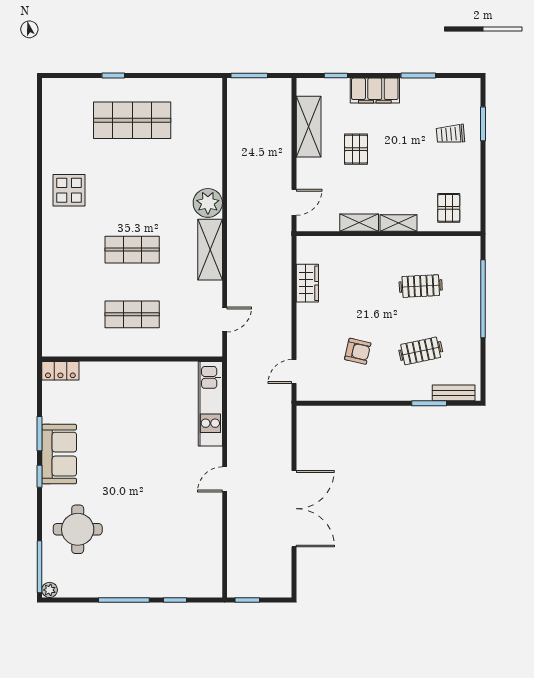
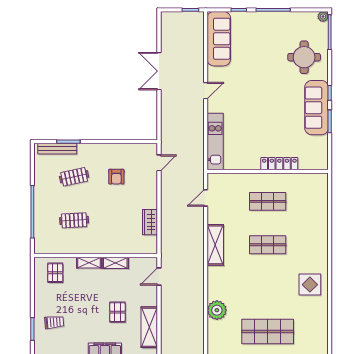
plant: (208, 203) -> (217, 310), moved
armchair: (358, 351) -> (116, 177), turned -103
locker: (60, 371) -> (279, 164), moved, width x1.53
bench: (454, 393) -> (57, 149), width x1.36
sofa: (59, 454) -> (317, 108), width x1.36
double door: (294, 509) -> (159, 71), width x0.73
sofa: (205, 557) -> (219, 39), added

